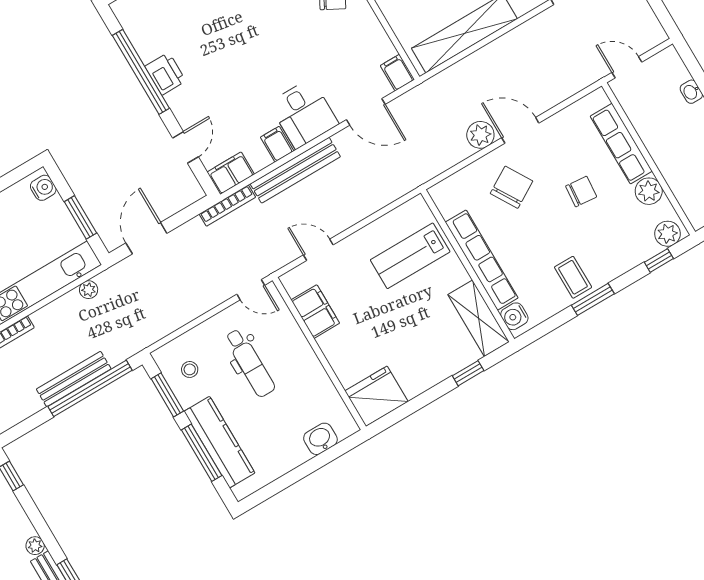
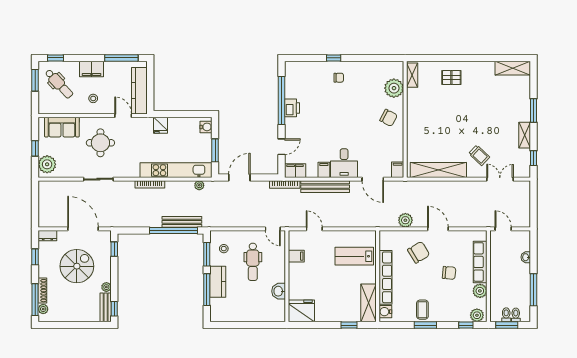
plant: (480, 135) -> (405, 220), moved
filing cabinet: (315, 312) -> (296, 256), width x0.50
bench: (74, 379) -> (182, 222), moved
washbasin: (320, 439) -> (279, 291), moved, turned -90
kitchen counter: (219, 442) -> (218, 282), width x0.67

